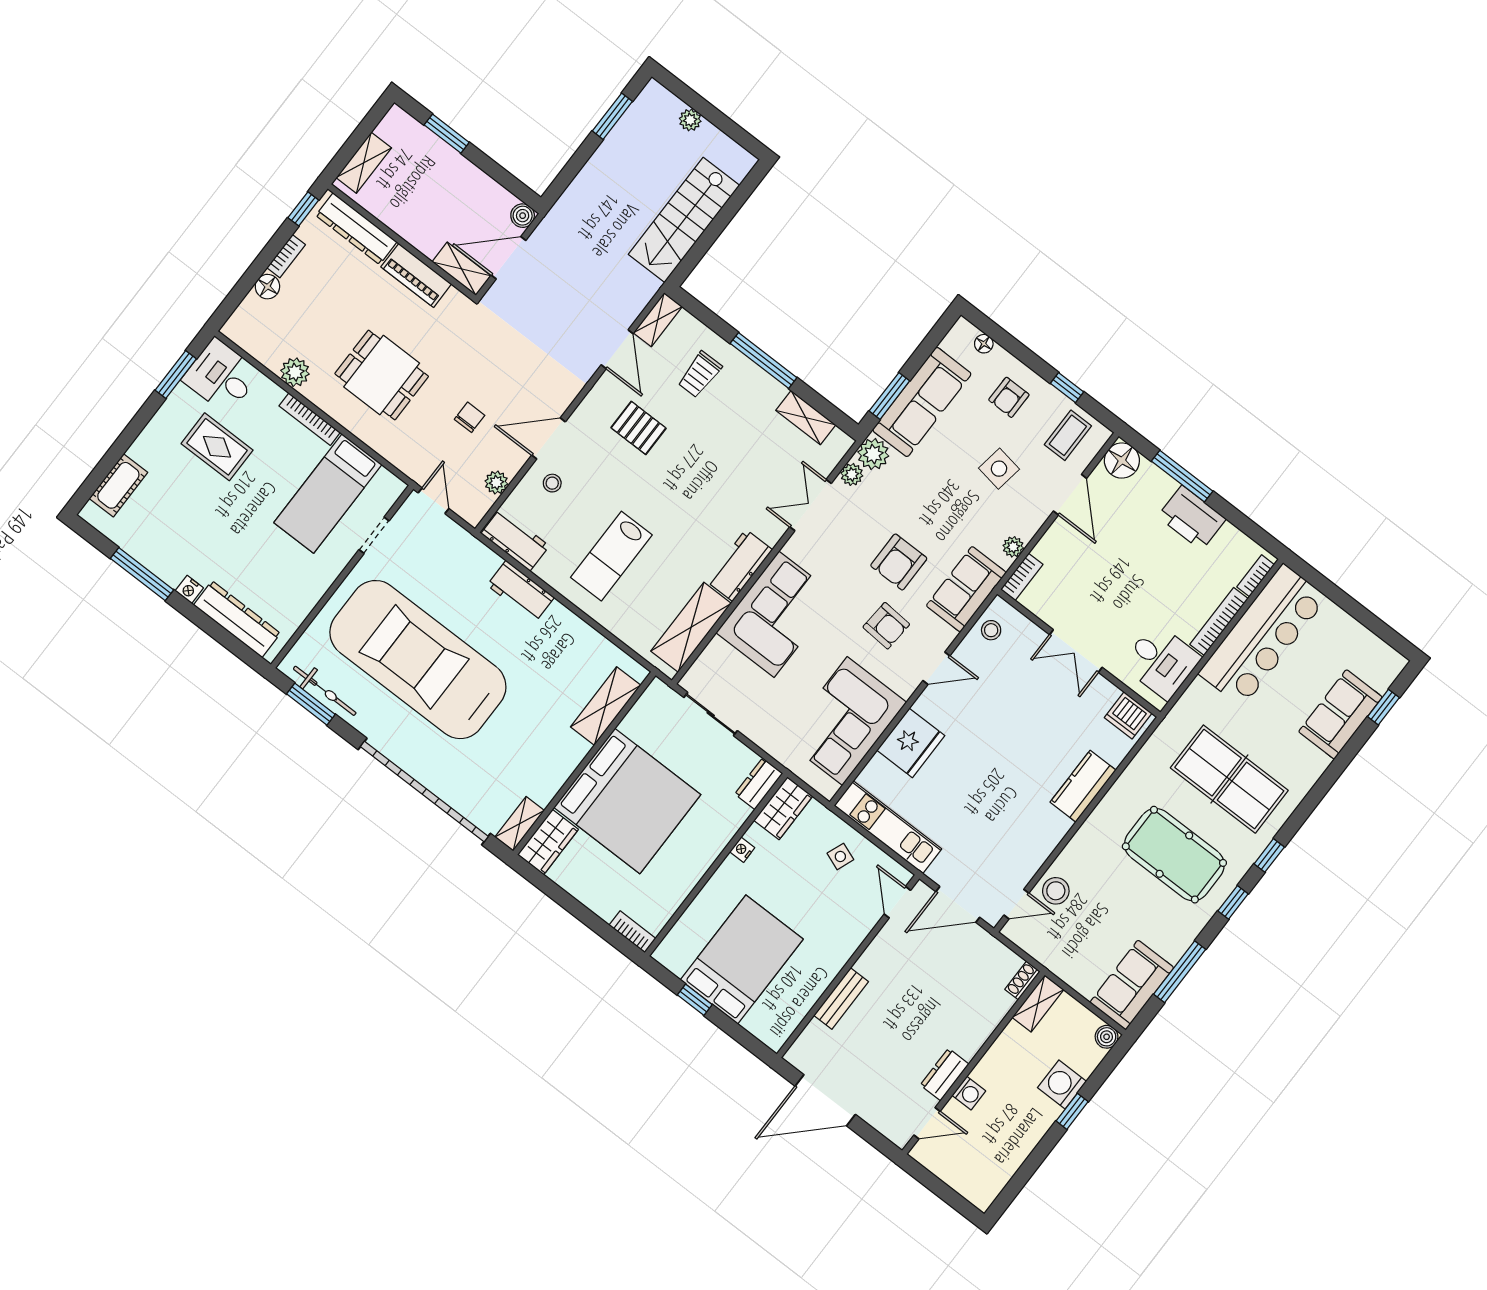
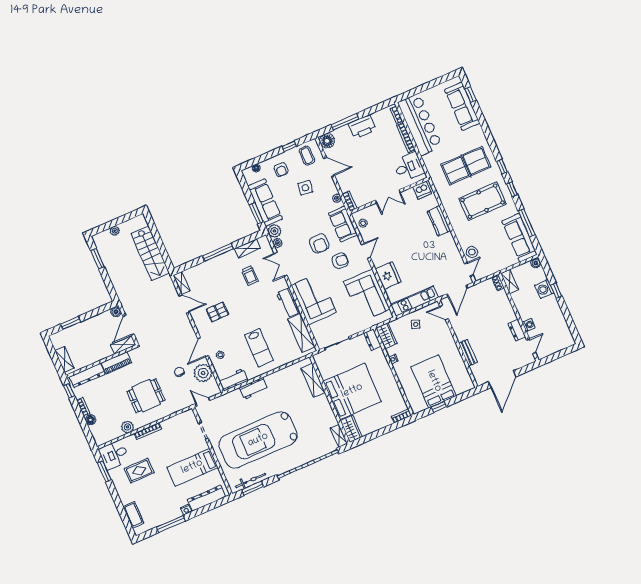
trolley: (700, 374) -> (250, 276), moved
plant: (496, 482) -> (203, 373), width x1.87, depth x1.87
bed: (328, 494) -> (192, 467), moved, turned 90
sofa: (1340, 714) -> (462, 106), width x1.36
sofa: (1132, 985) -> (519, 238), width x1.36

